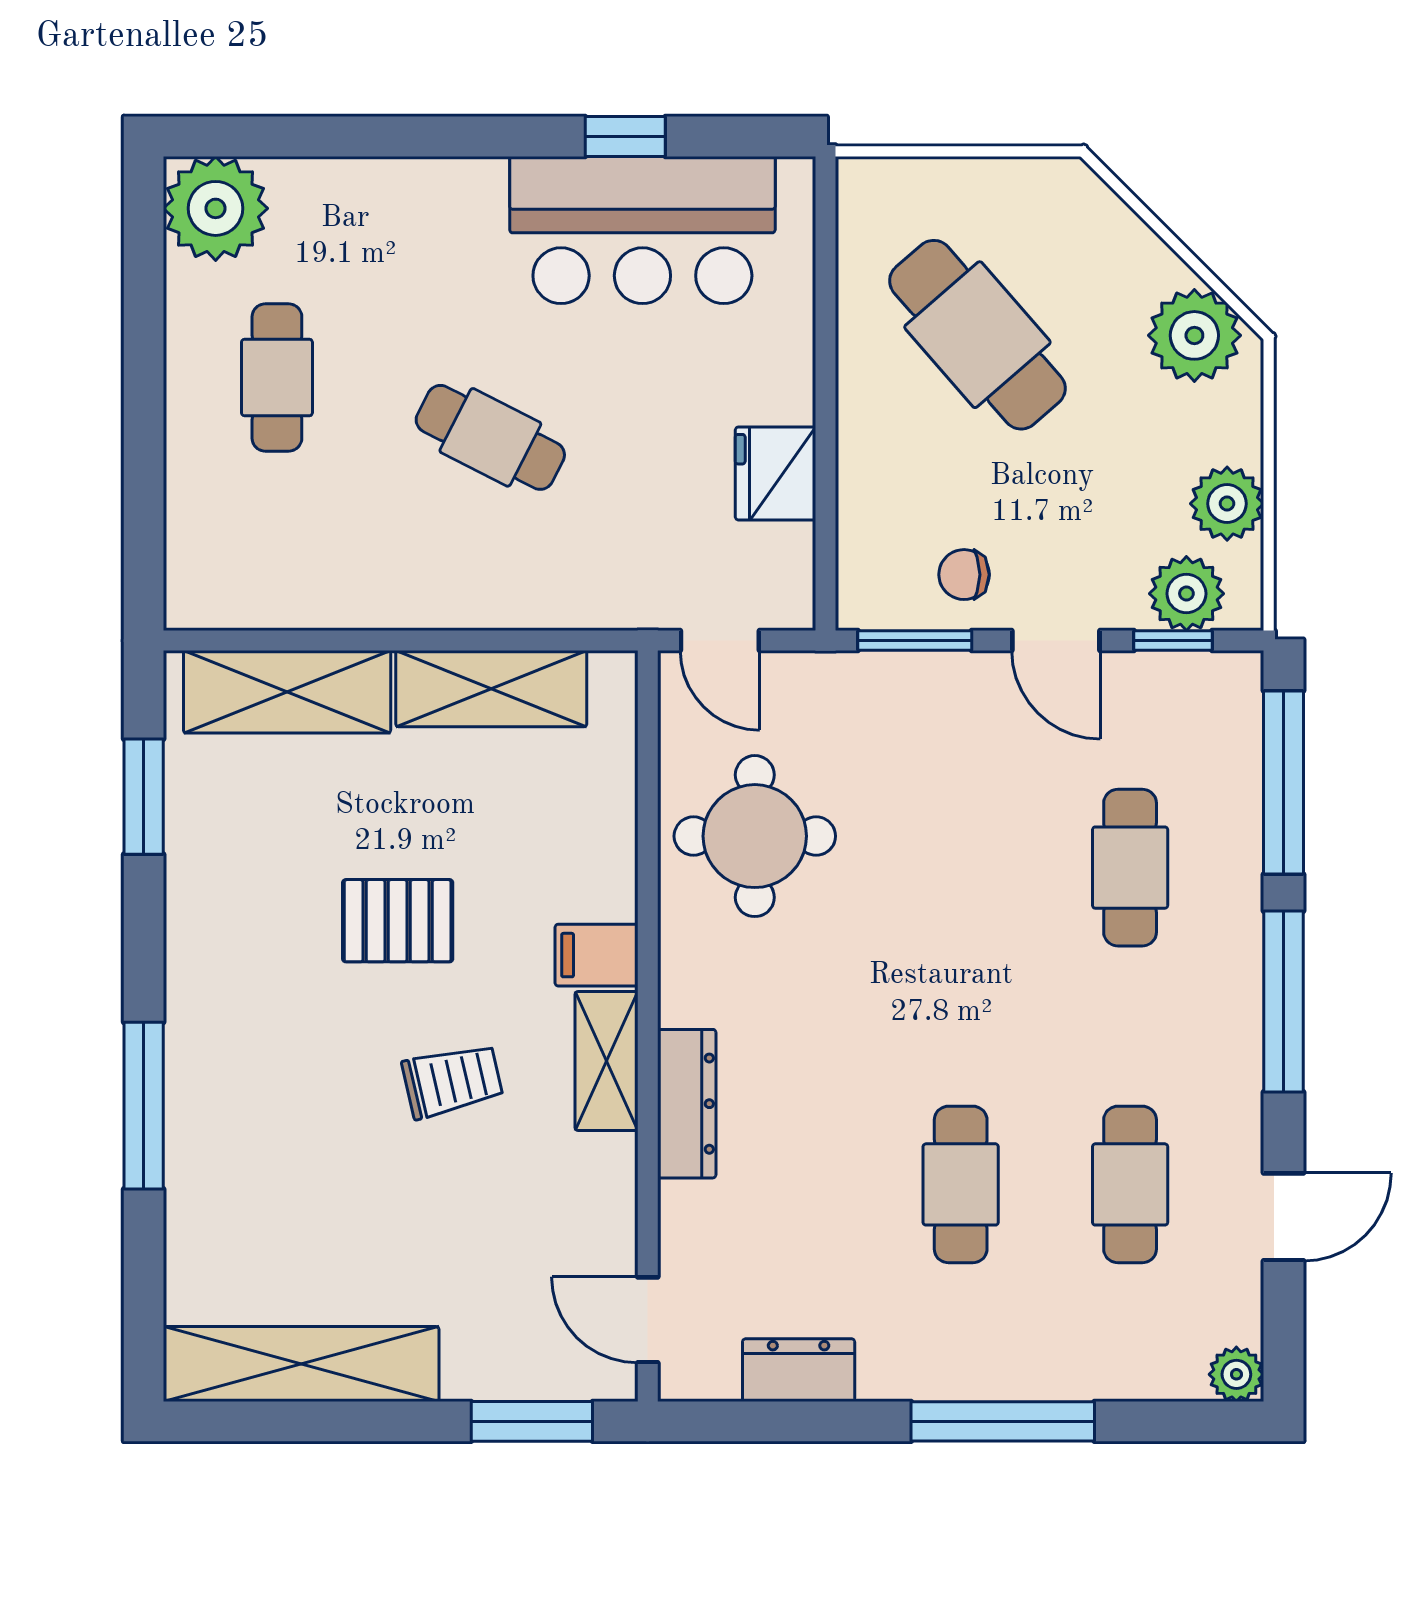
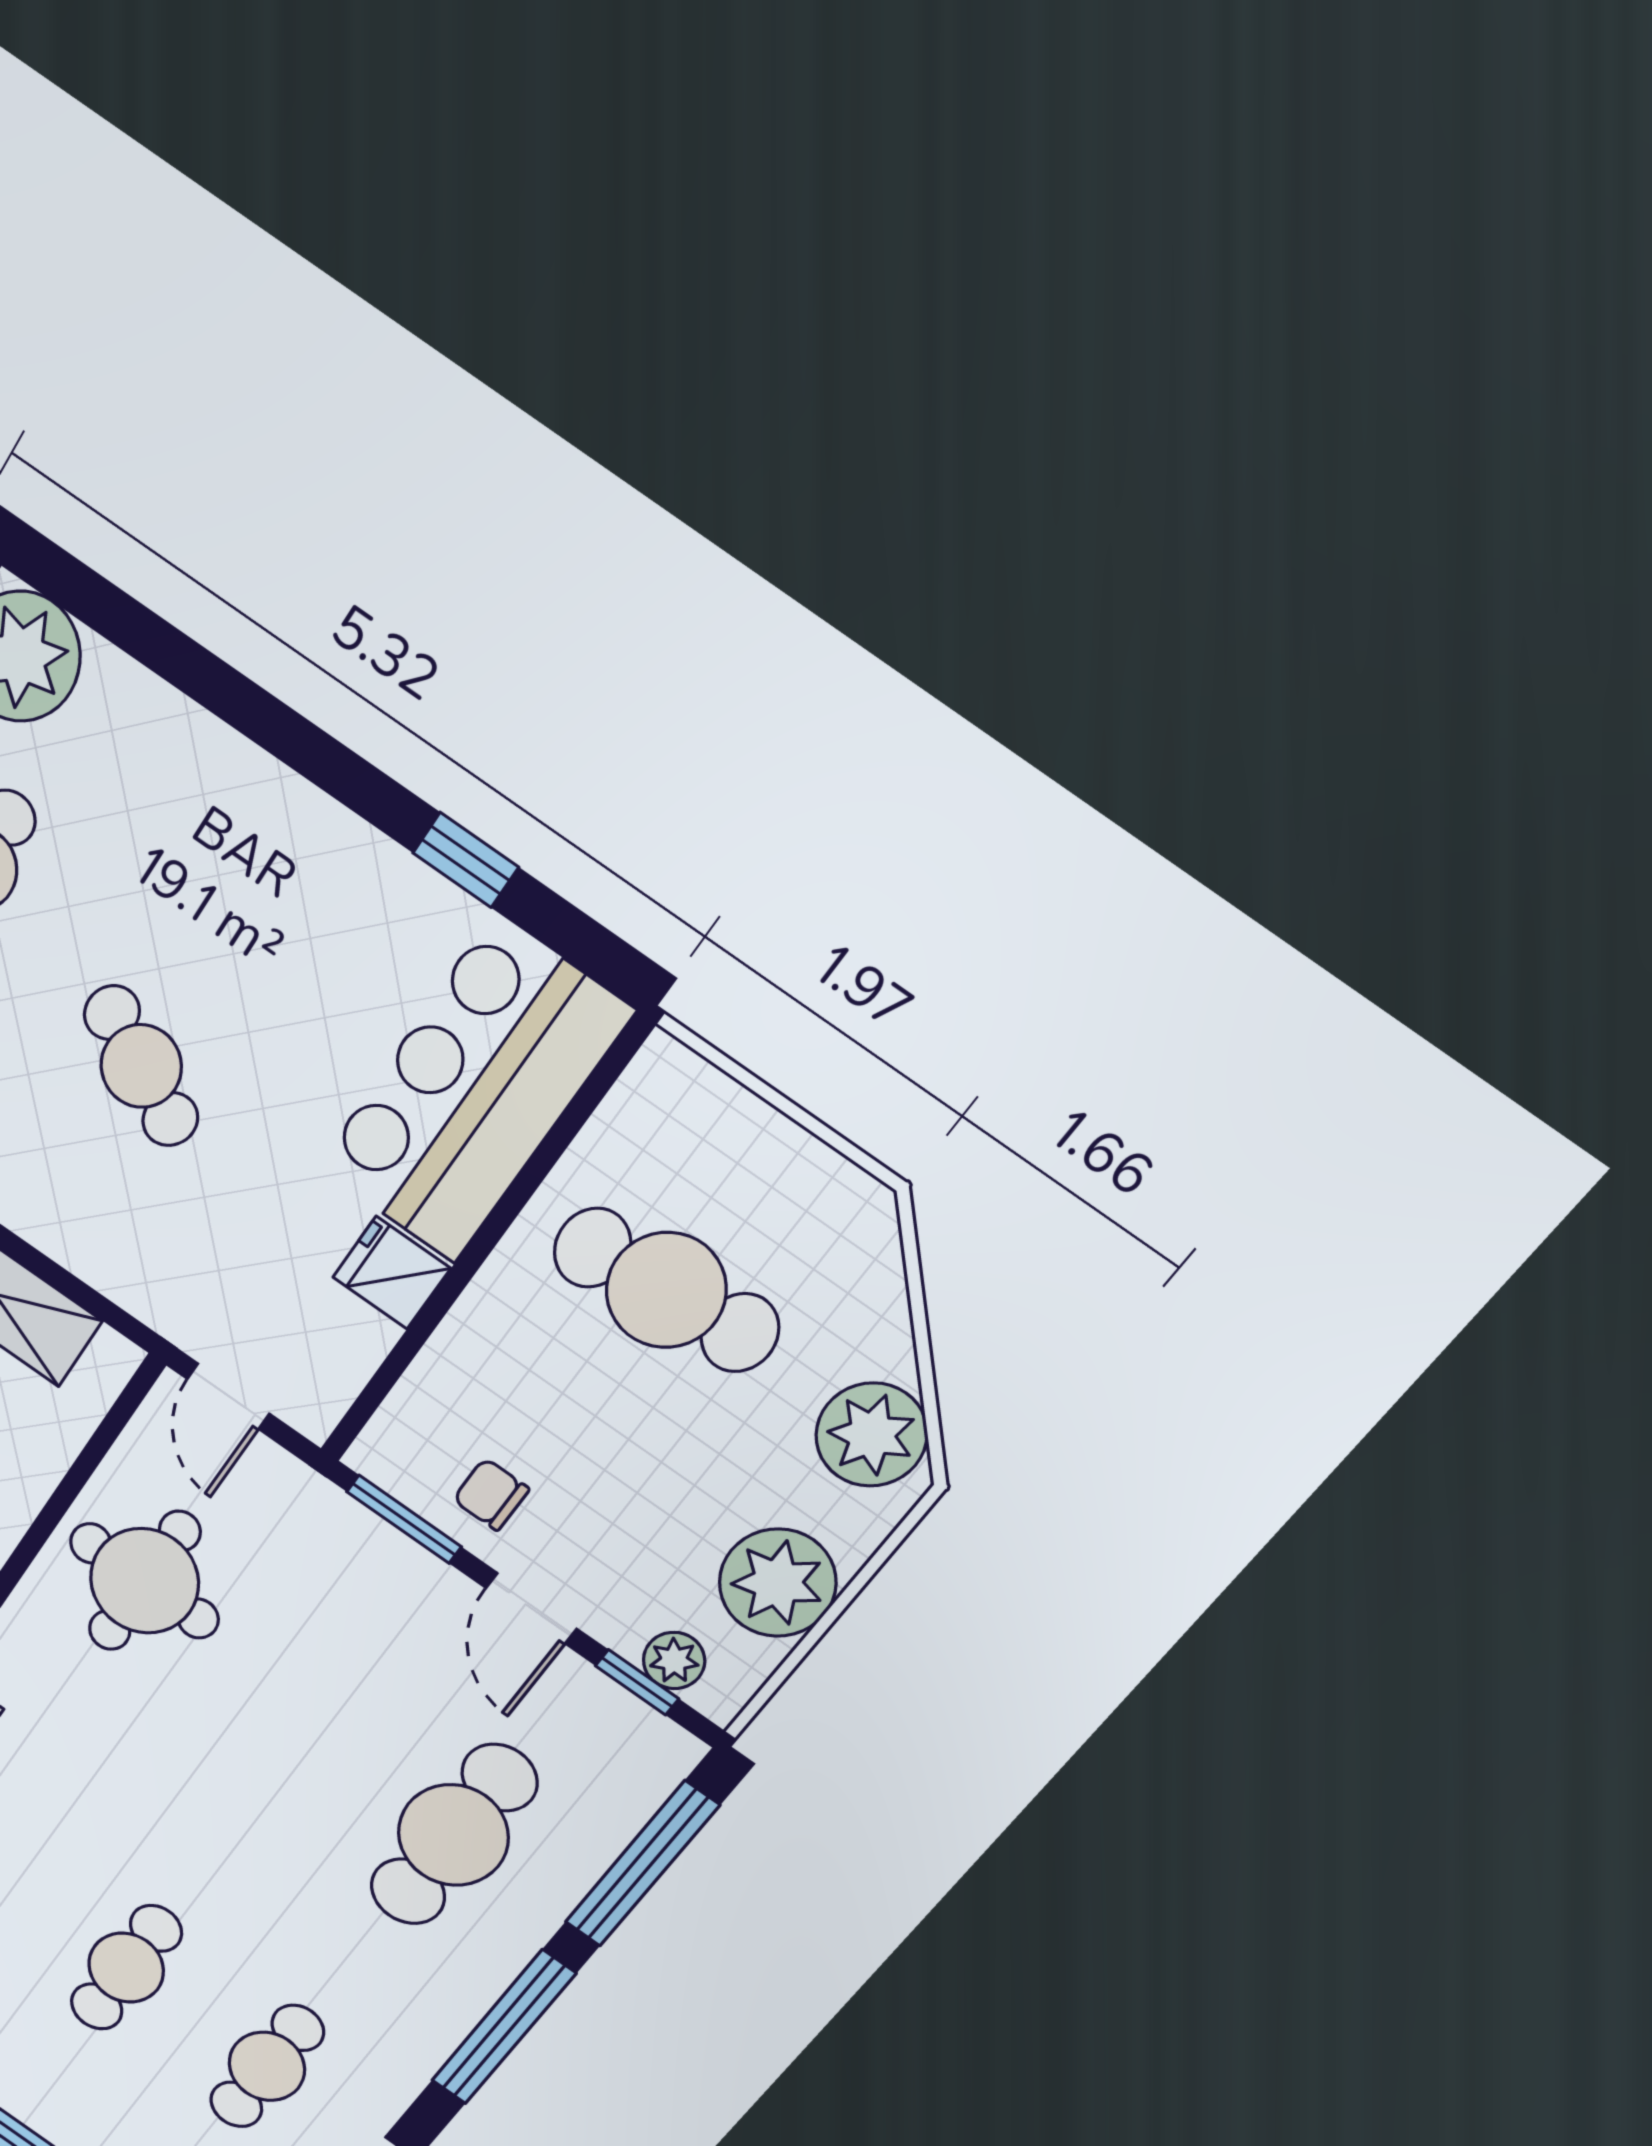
bar counter: (642, 230) -> (474, 1090), moved, turned 90
cafe table: (977, 335) -> (666, 1290), turned -54
fridge: (776, 473) -> (392, 1273), width x0.72
plant: (1227, 504) -> (778, 1583), width x1.36, depth x1.36
plant: (1186, 594) -> (674, 1661), width x0.73, depth x0.73
cafe table: (1130, 868) -> (453, 1835), width x1.37, depth x1.35

